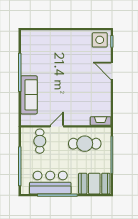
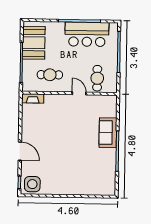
sofa: (29, 95) -> (108, 133), width x0.73
door: (57, 126) -> (79, 93), swing flipped
cafe table: (85, 144) -> (50, 75), width x0.73, depth x0.74
booth: (94, 184) -> (34, 43), moved, turned 90

